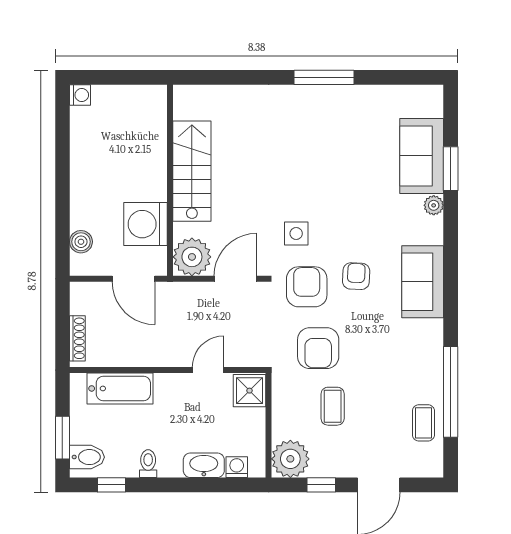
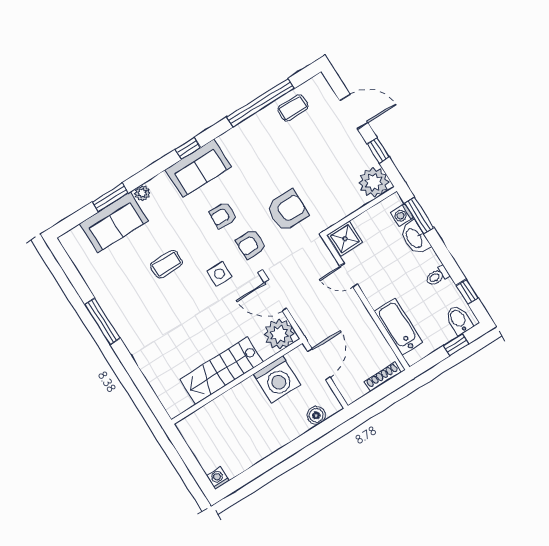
window: (451, 284) -> (188, 148), added
armchair: (307, 287) -> (251, 244), width x0.72, depth x0.72
coffee table: (333, 406) -> (166, 264), moved
window: (62, 438) -> (456, 345), width x0.67
window: (225, 485) -> (419, 216), added

